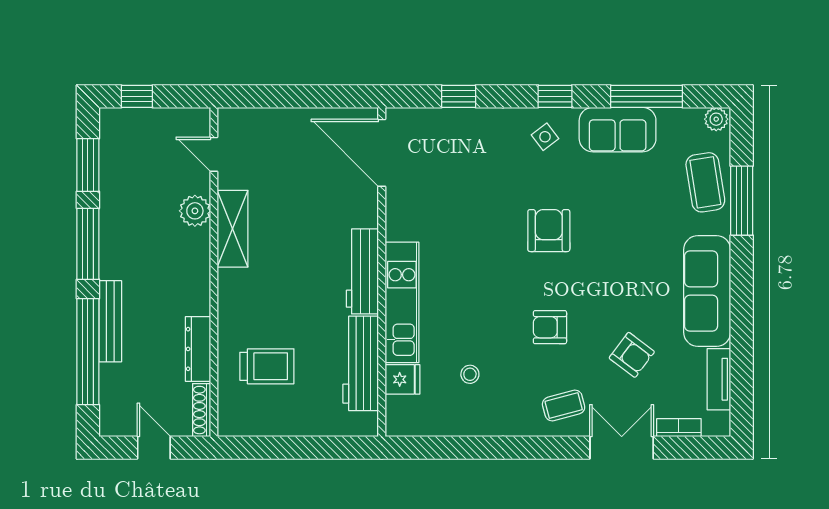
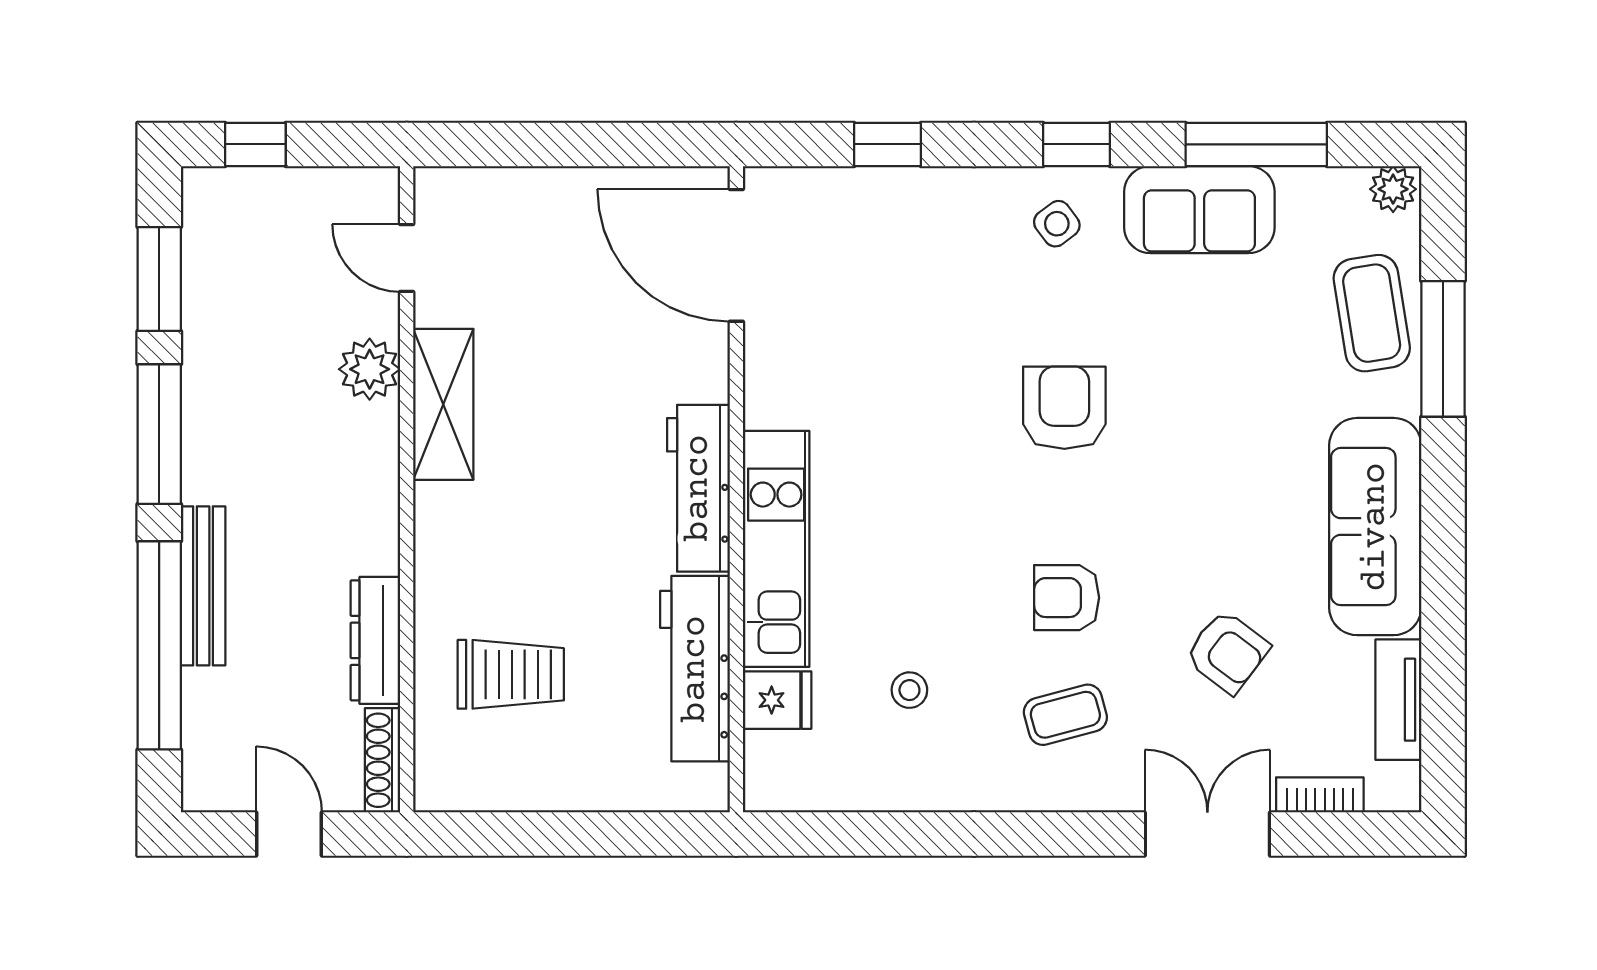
coffee table: (564, 406) -> (1065, 715), moved

